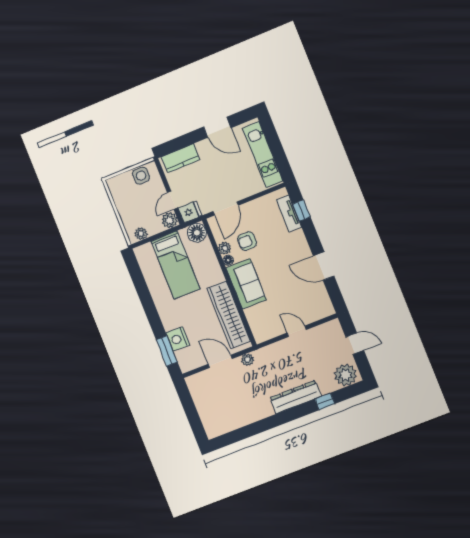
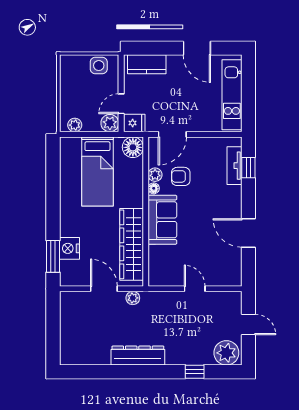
dresser: (296, 397) -> (138, 356), moved

